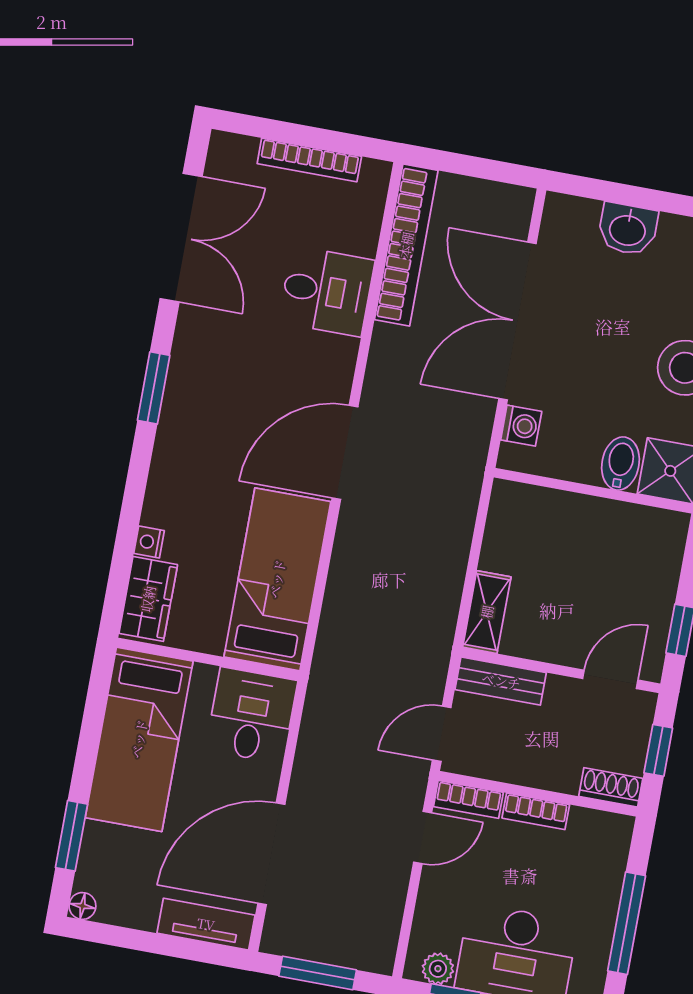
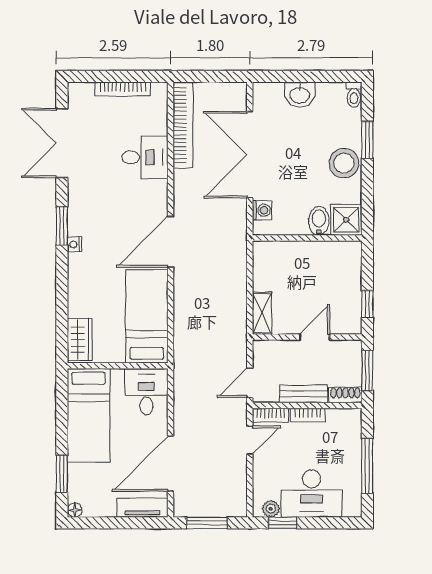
double door: (181, 238) -> (62, 143), swing flipped
nightstand: (149, 542) -> (74, 244), moved
door: (610, 679) -> (315, 337), moved
bench: (501, 681) -> (304, 394), moved
window: (658, 750) -> (367, 370), width x1.50

